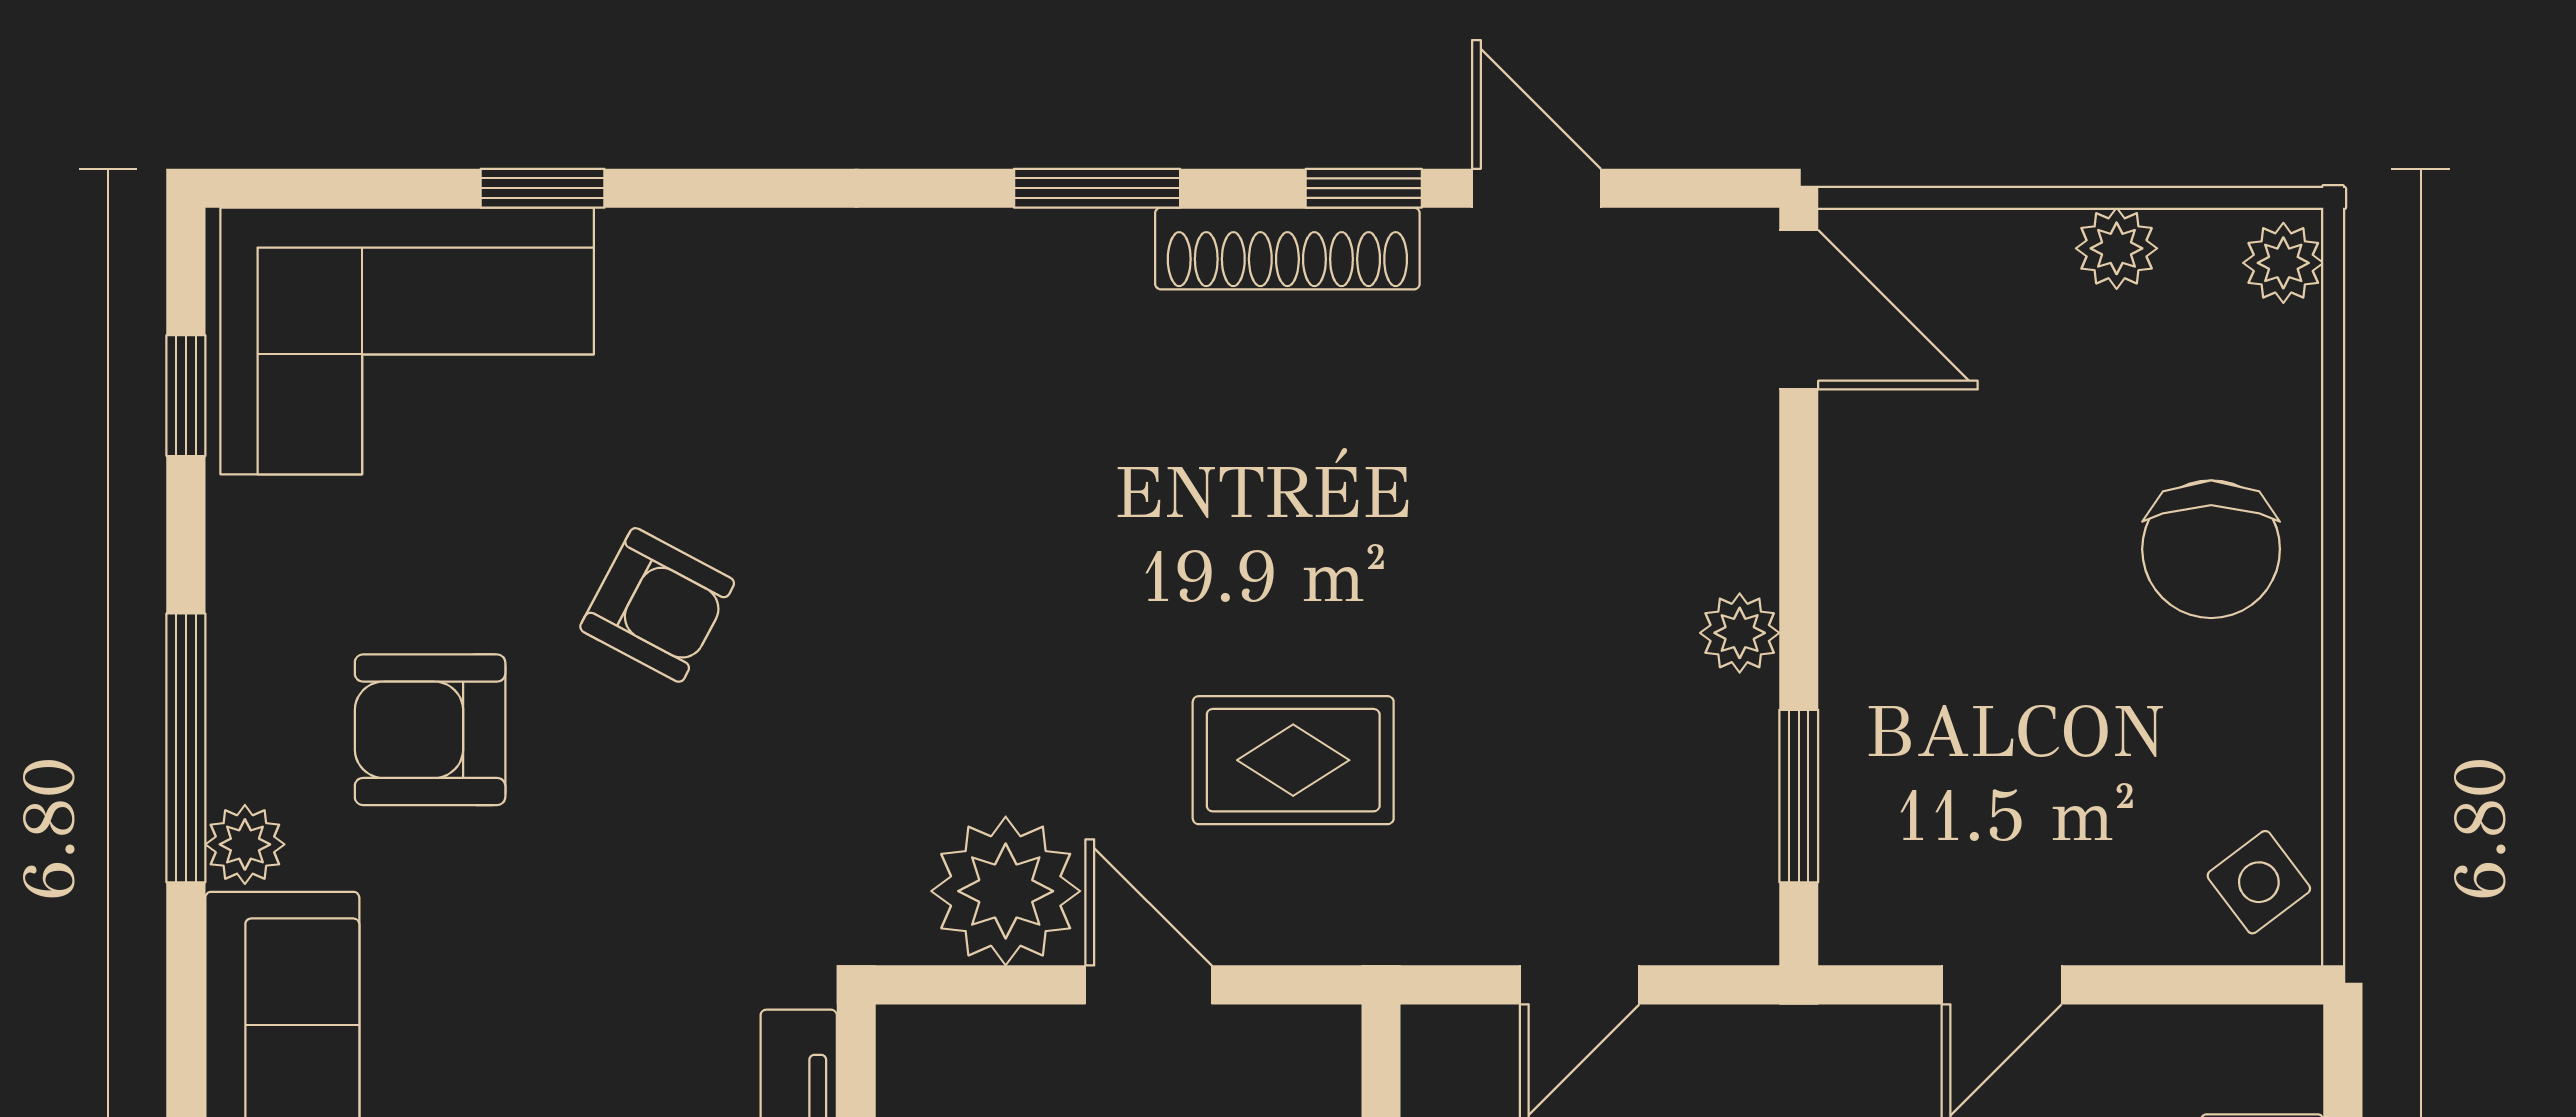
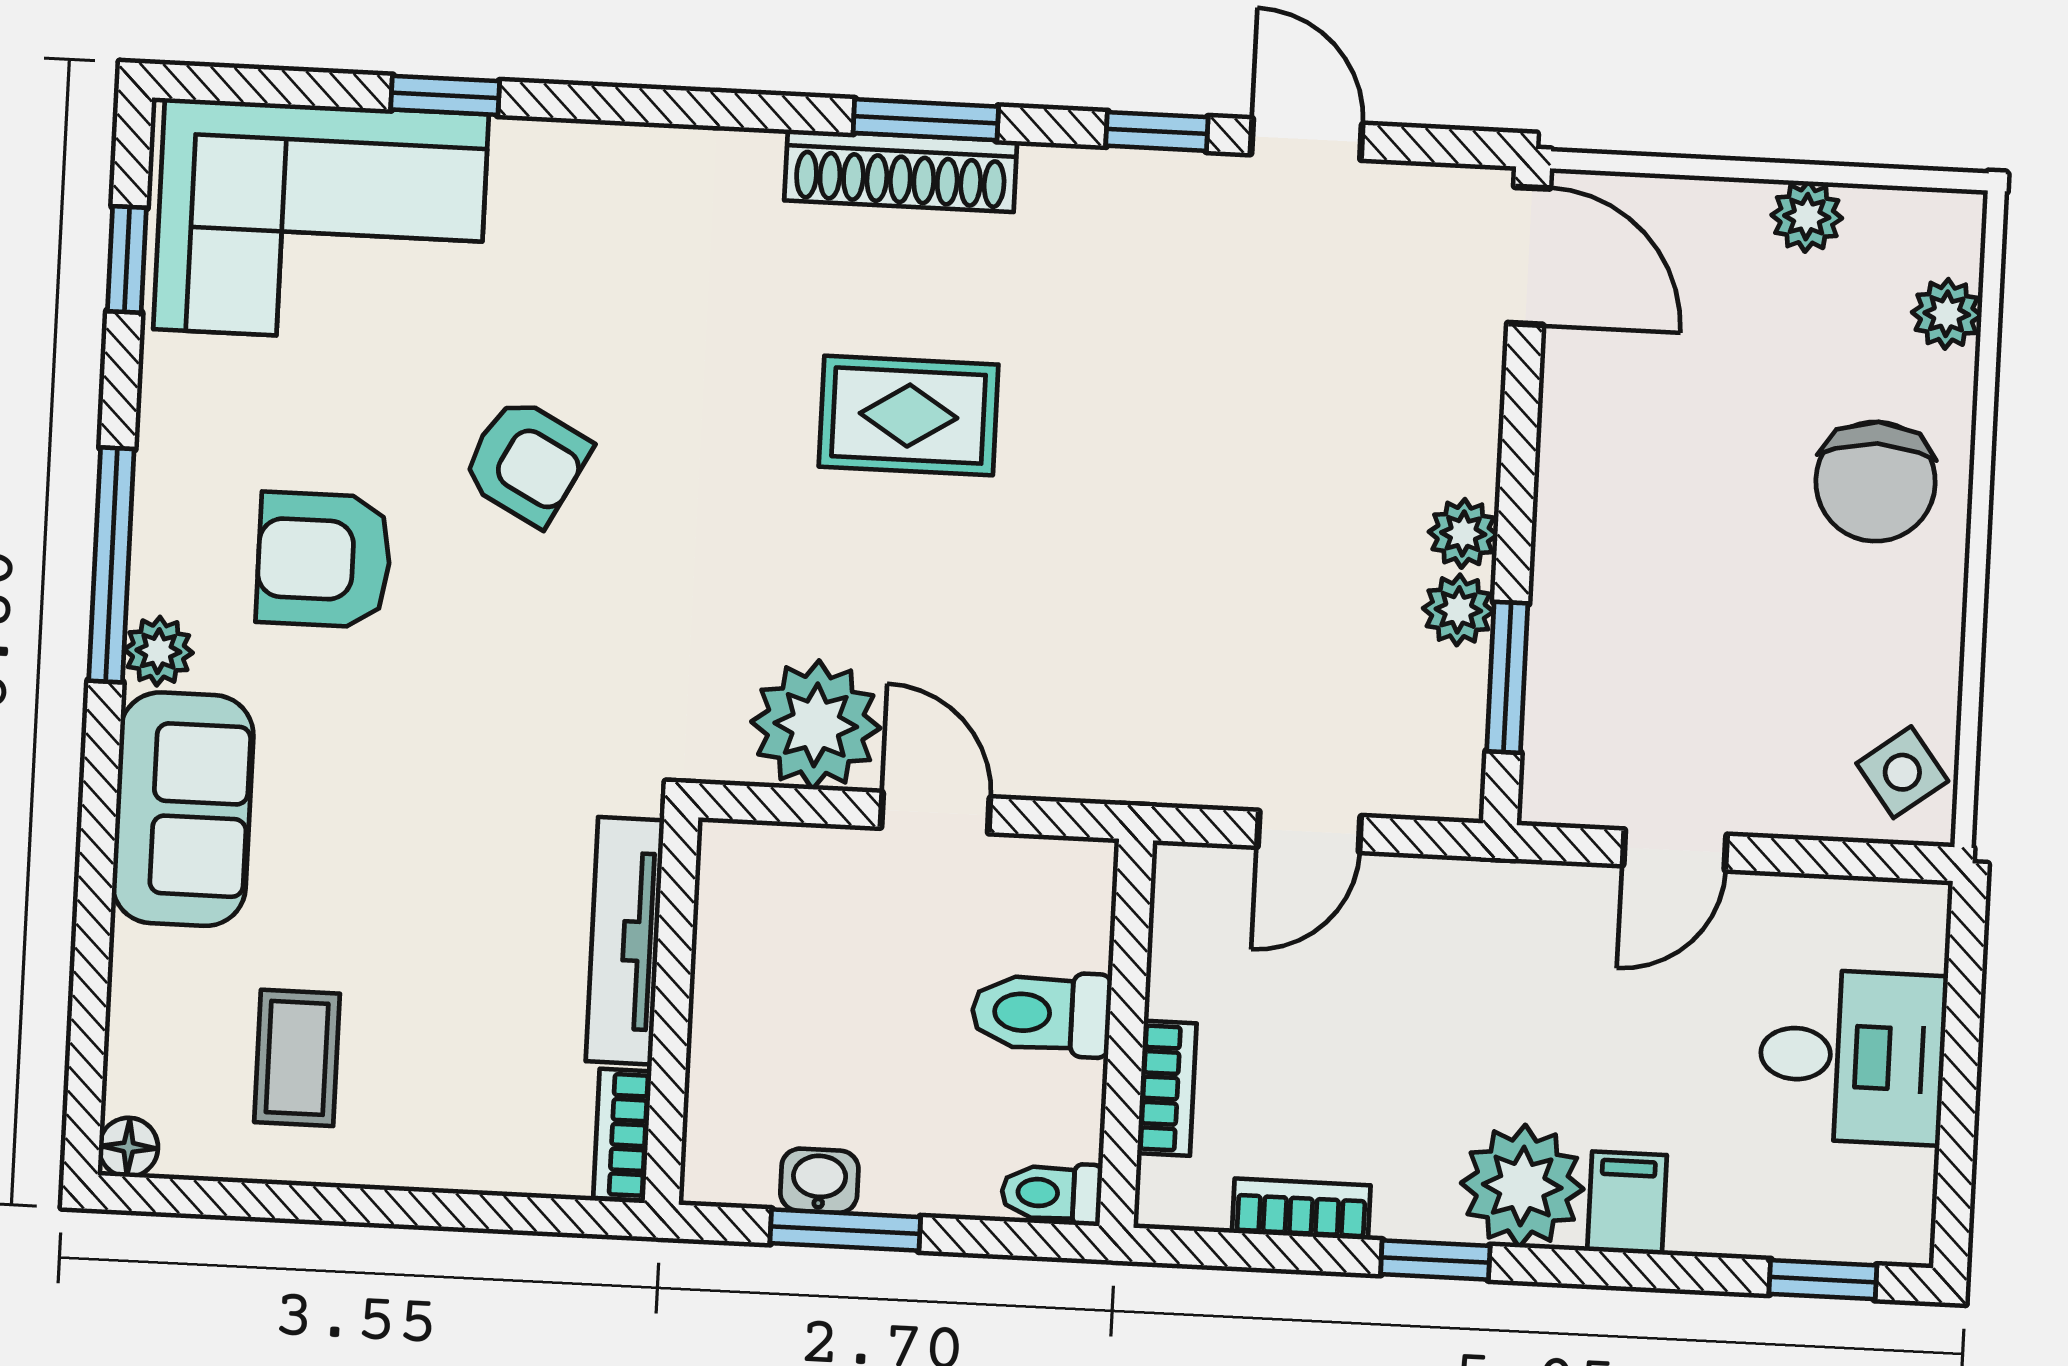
shoe rack: (1287, 248) -> (901, 171), moved
plant: (2283, 263) -> (1947, 314), moved
plant: (1738, 721) -> (1458, 610), added
rug: (1293, 760) -> (909, 416), moved

